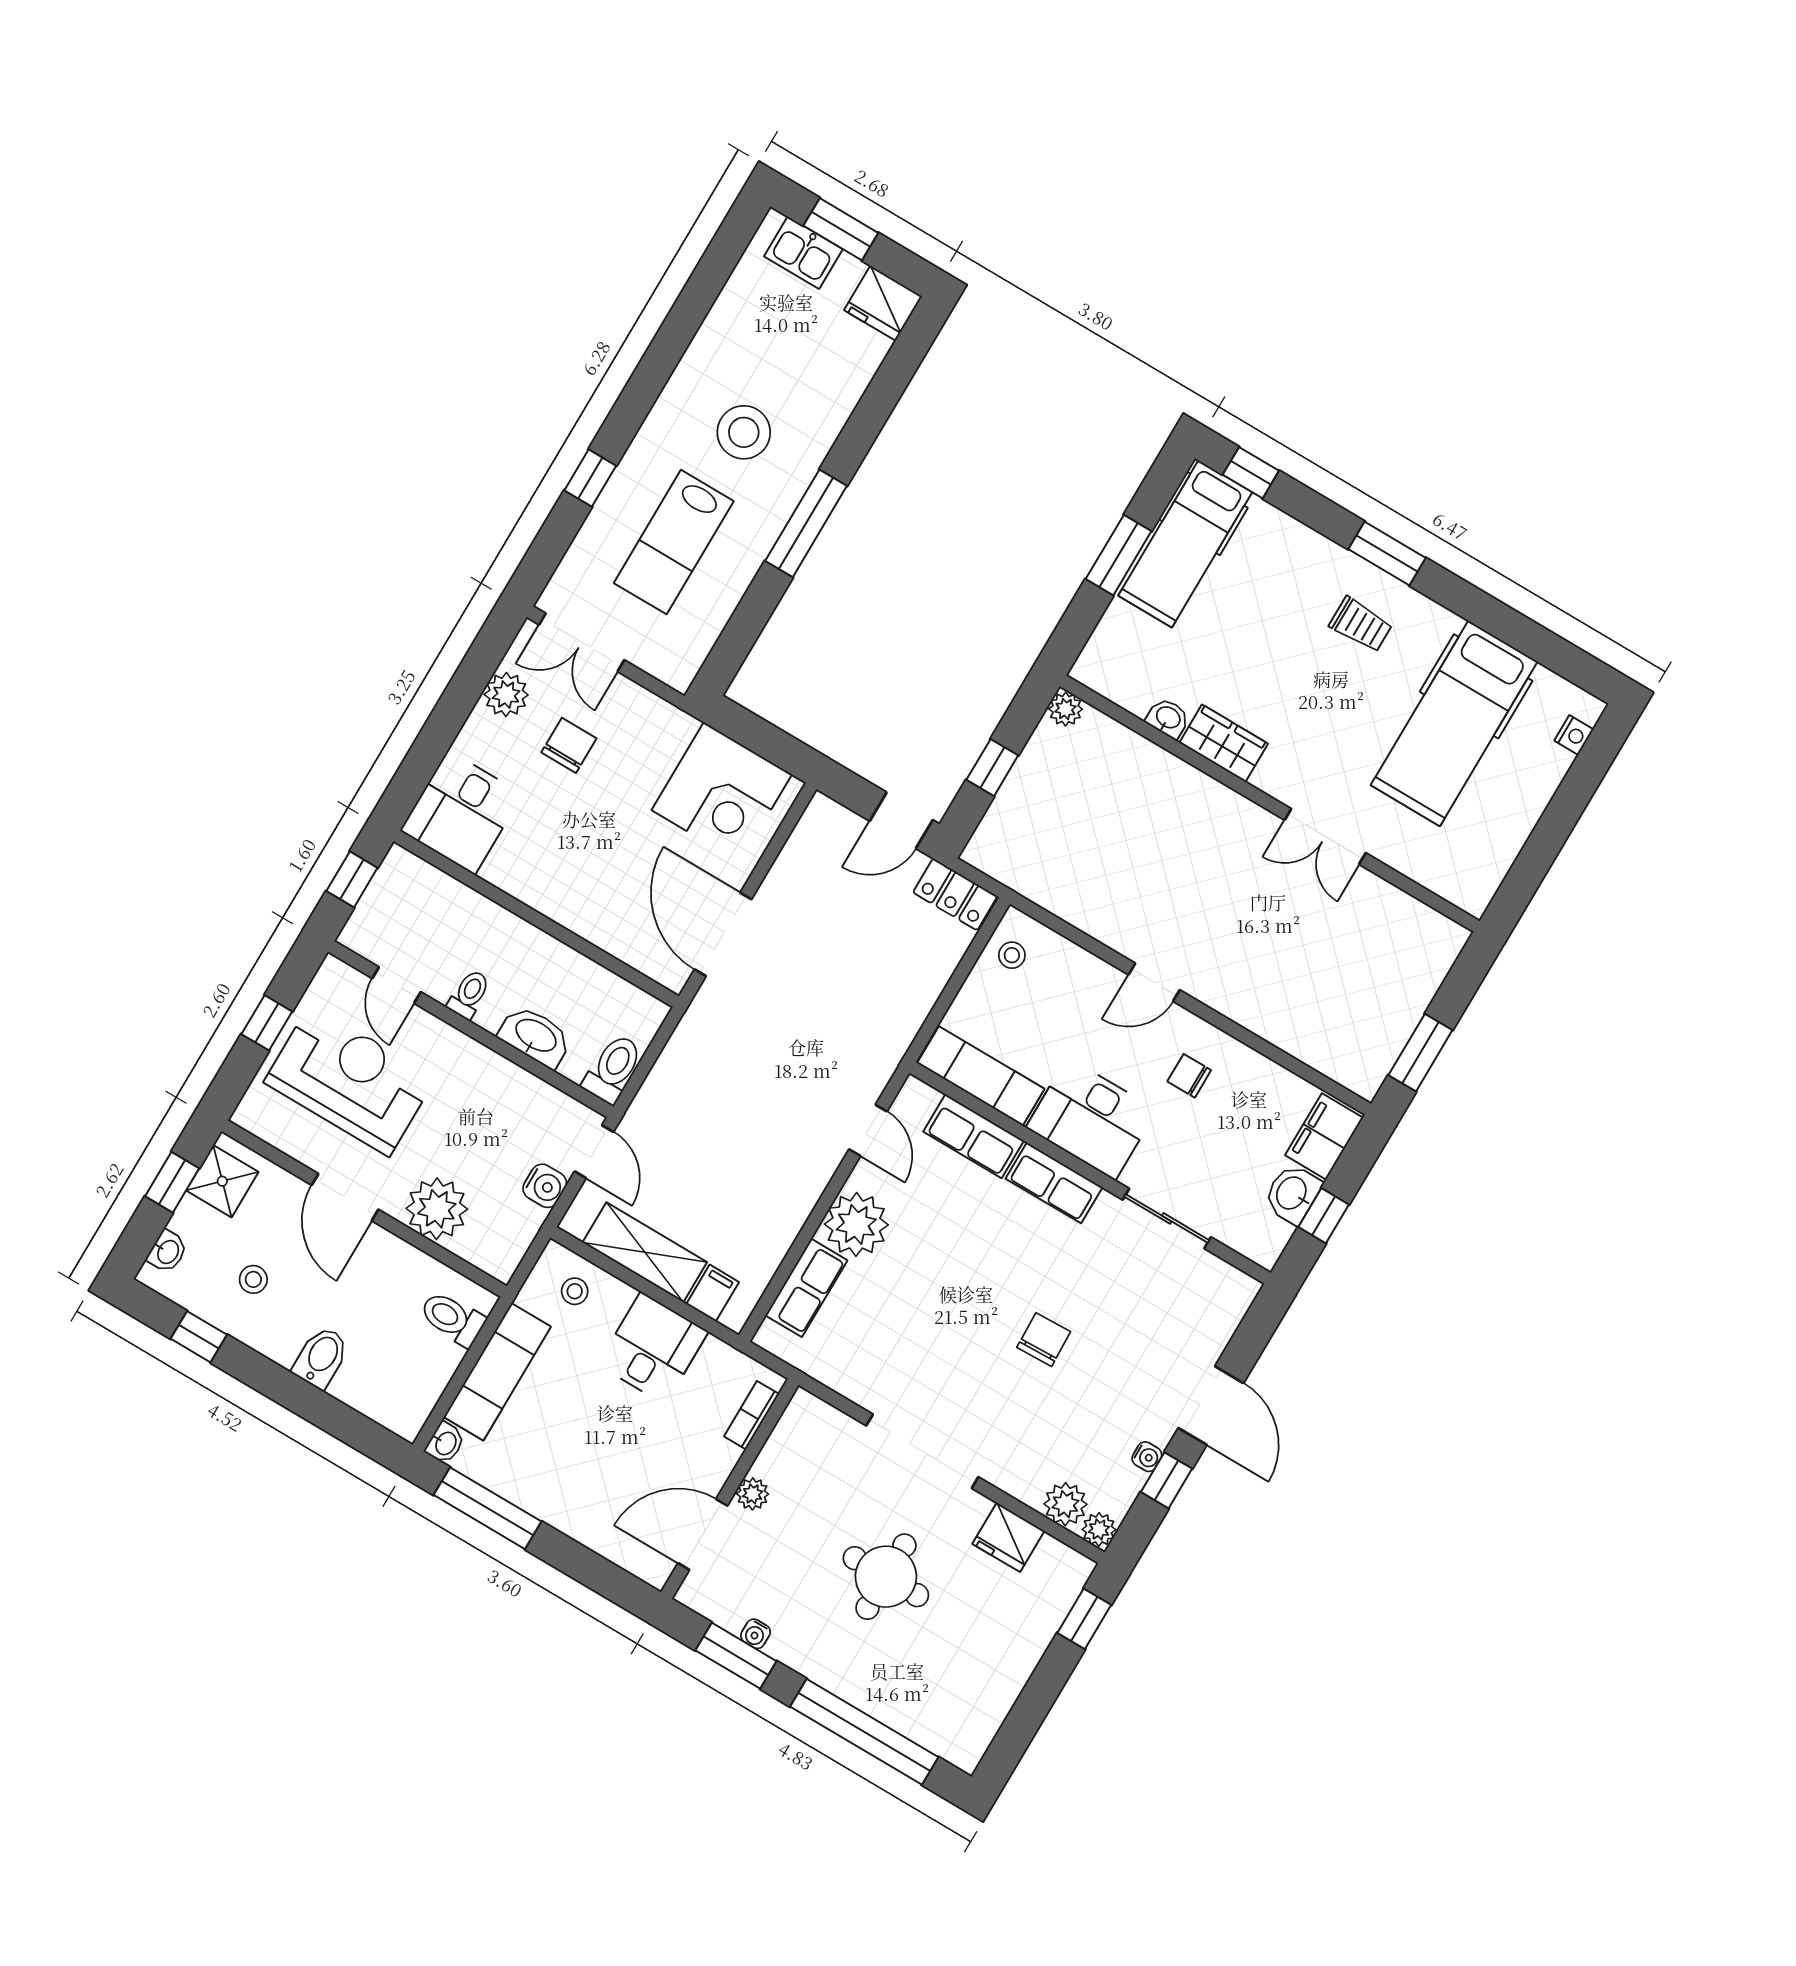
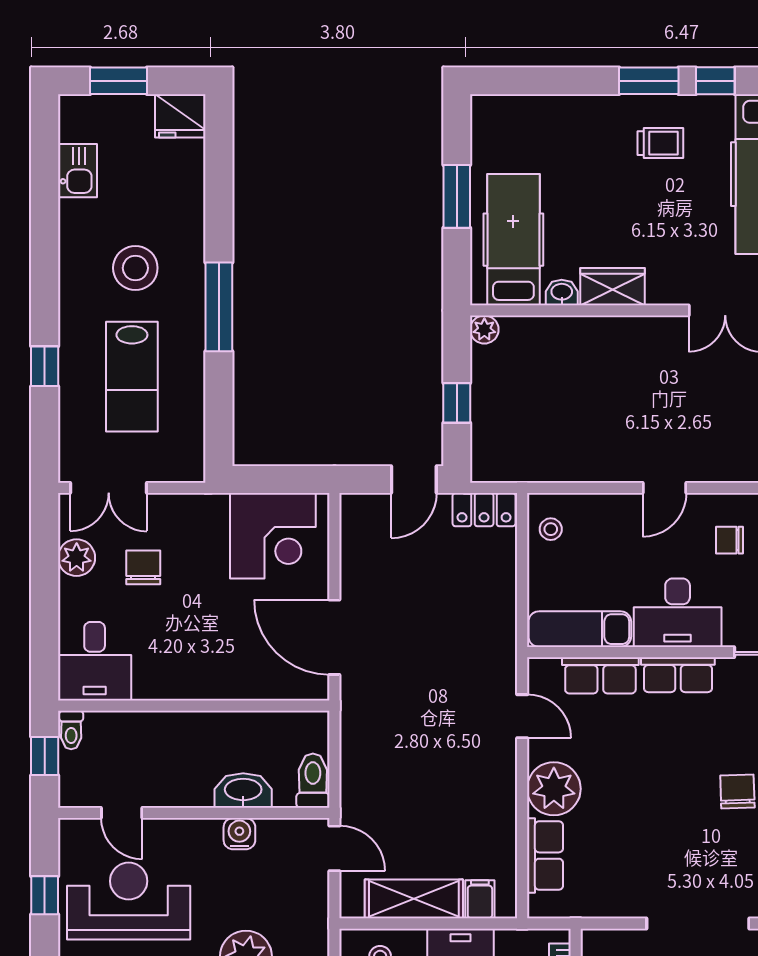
kitchen sink: (803, 253) -> (77, 171), moved, turned -90
window: (1251, 473) -> (715, 81), moved
hospital bed: (1185, 544) -> (513, 240), moved, turned 180
toilet: (469, 994) -> (71, 730), moved, turned 180
water cooler: (545, 1186) -> (239, 834), moved, turned -90

